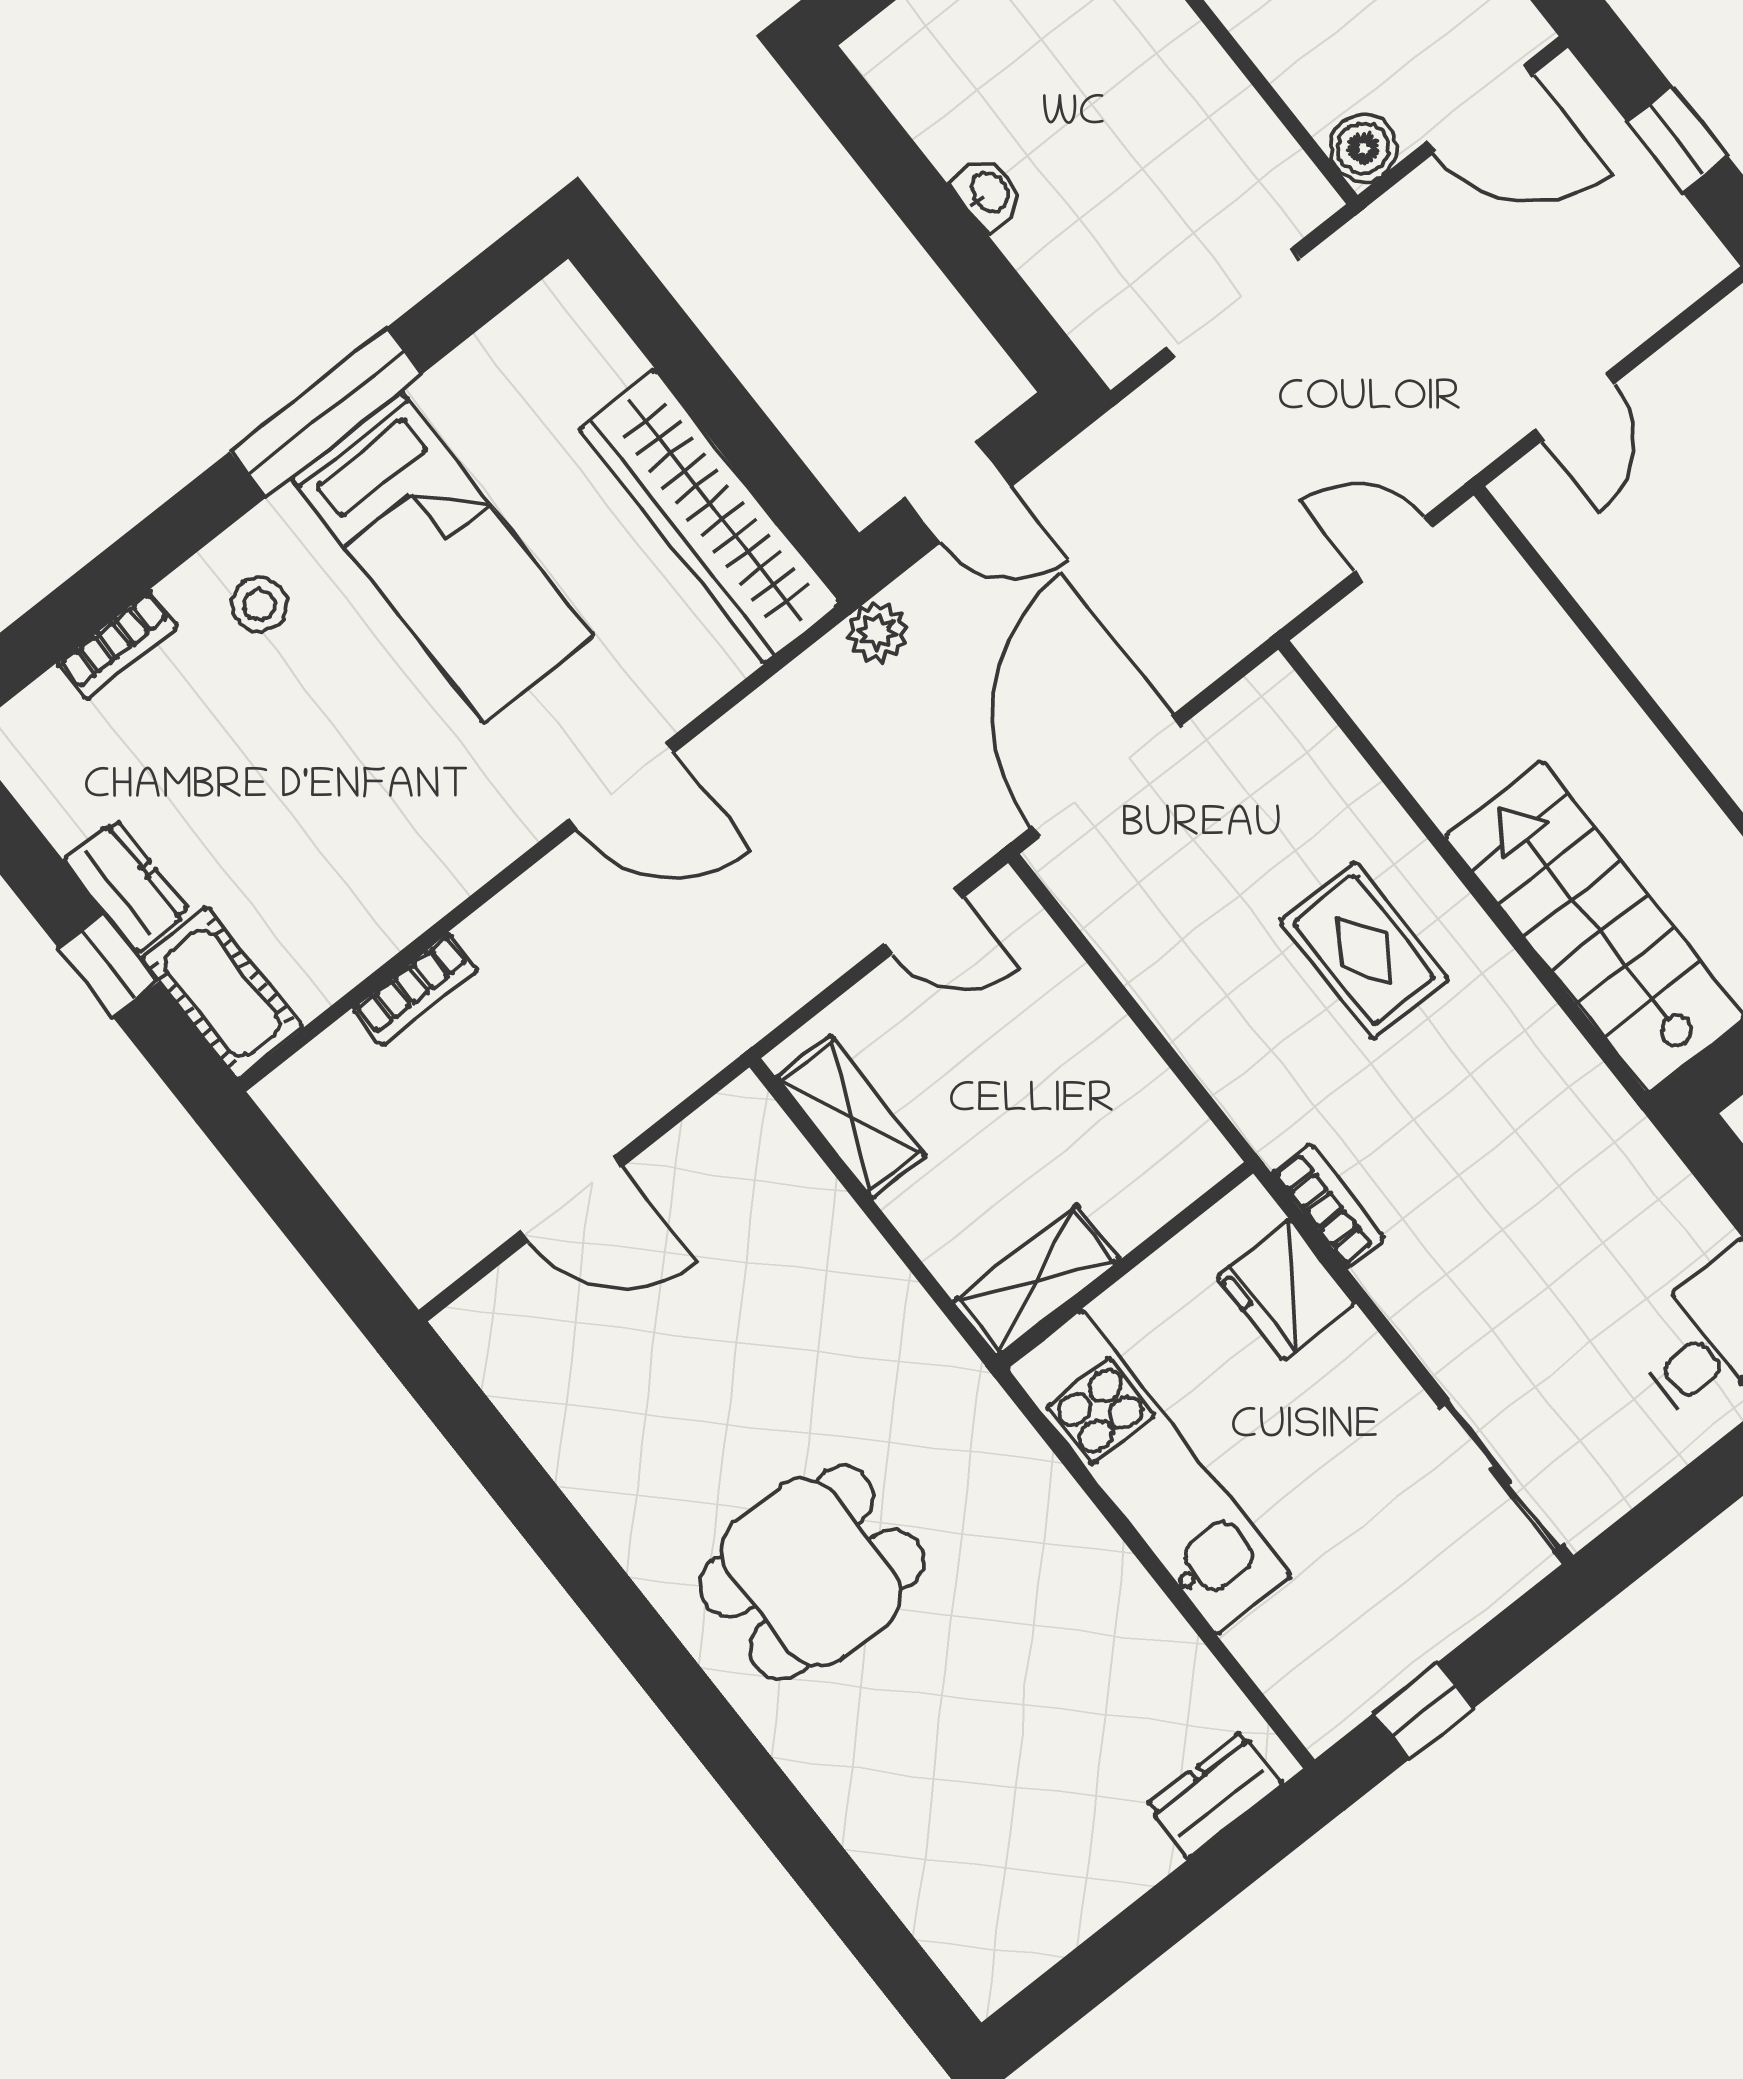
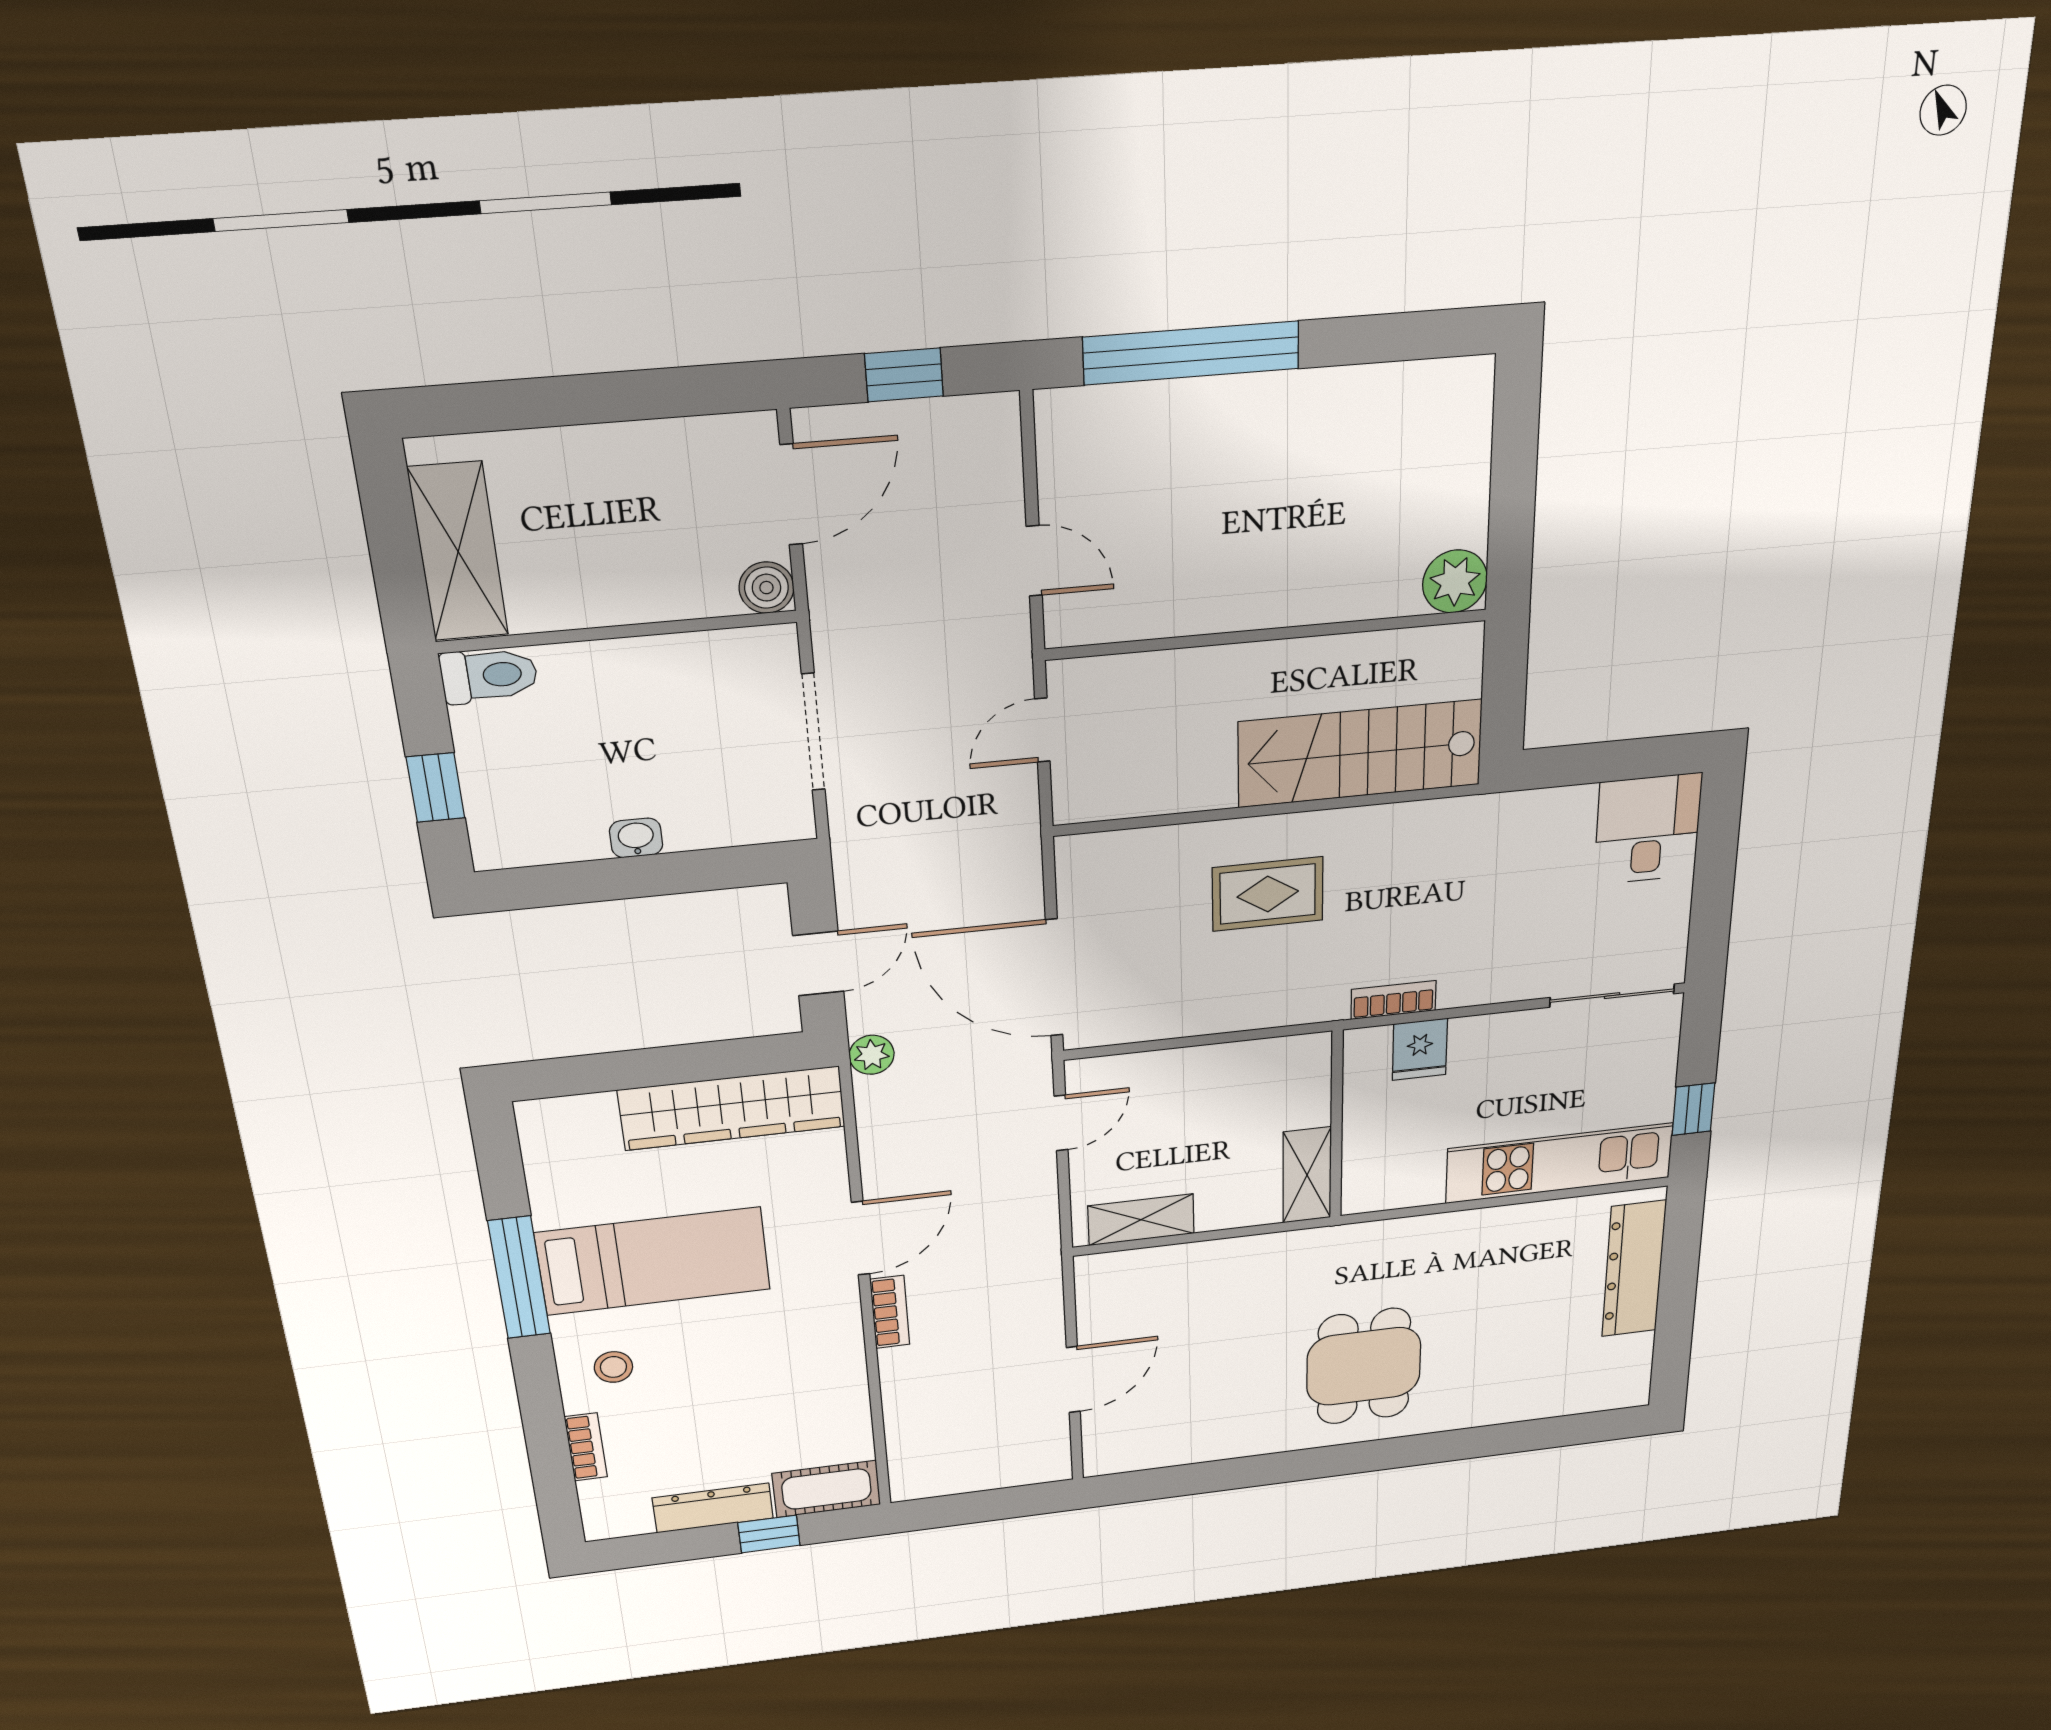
dresser: (126, 886) -> (713, 1508), width x1.44
bookcase: (415, 989) -> (890, 1312), moved
fridge: (1286, 1290) -> (1420, 1049), width x0.72
kitchen unit: (1149, 1472) -> (1559, 1163), moved
dresser: (1214, 1795) -> (1634, 1269), width x1.96, depth x1.24

